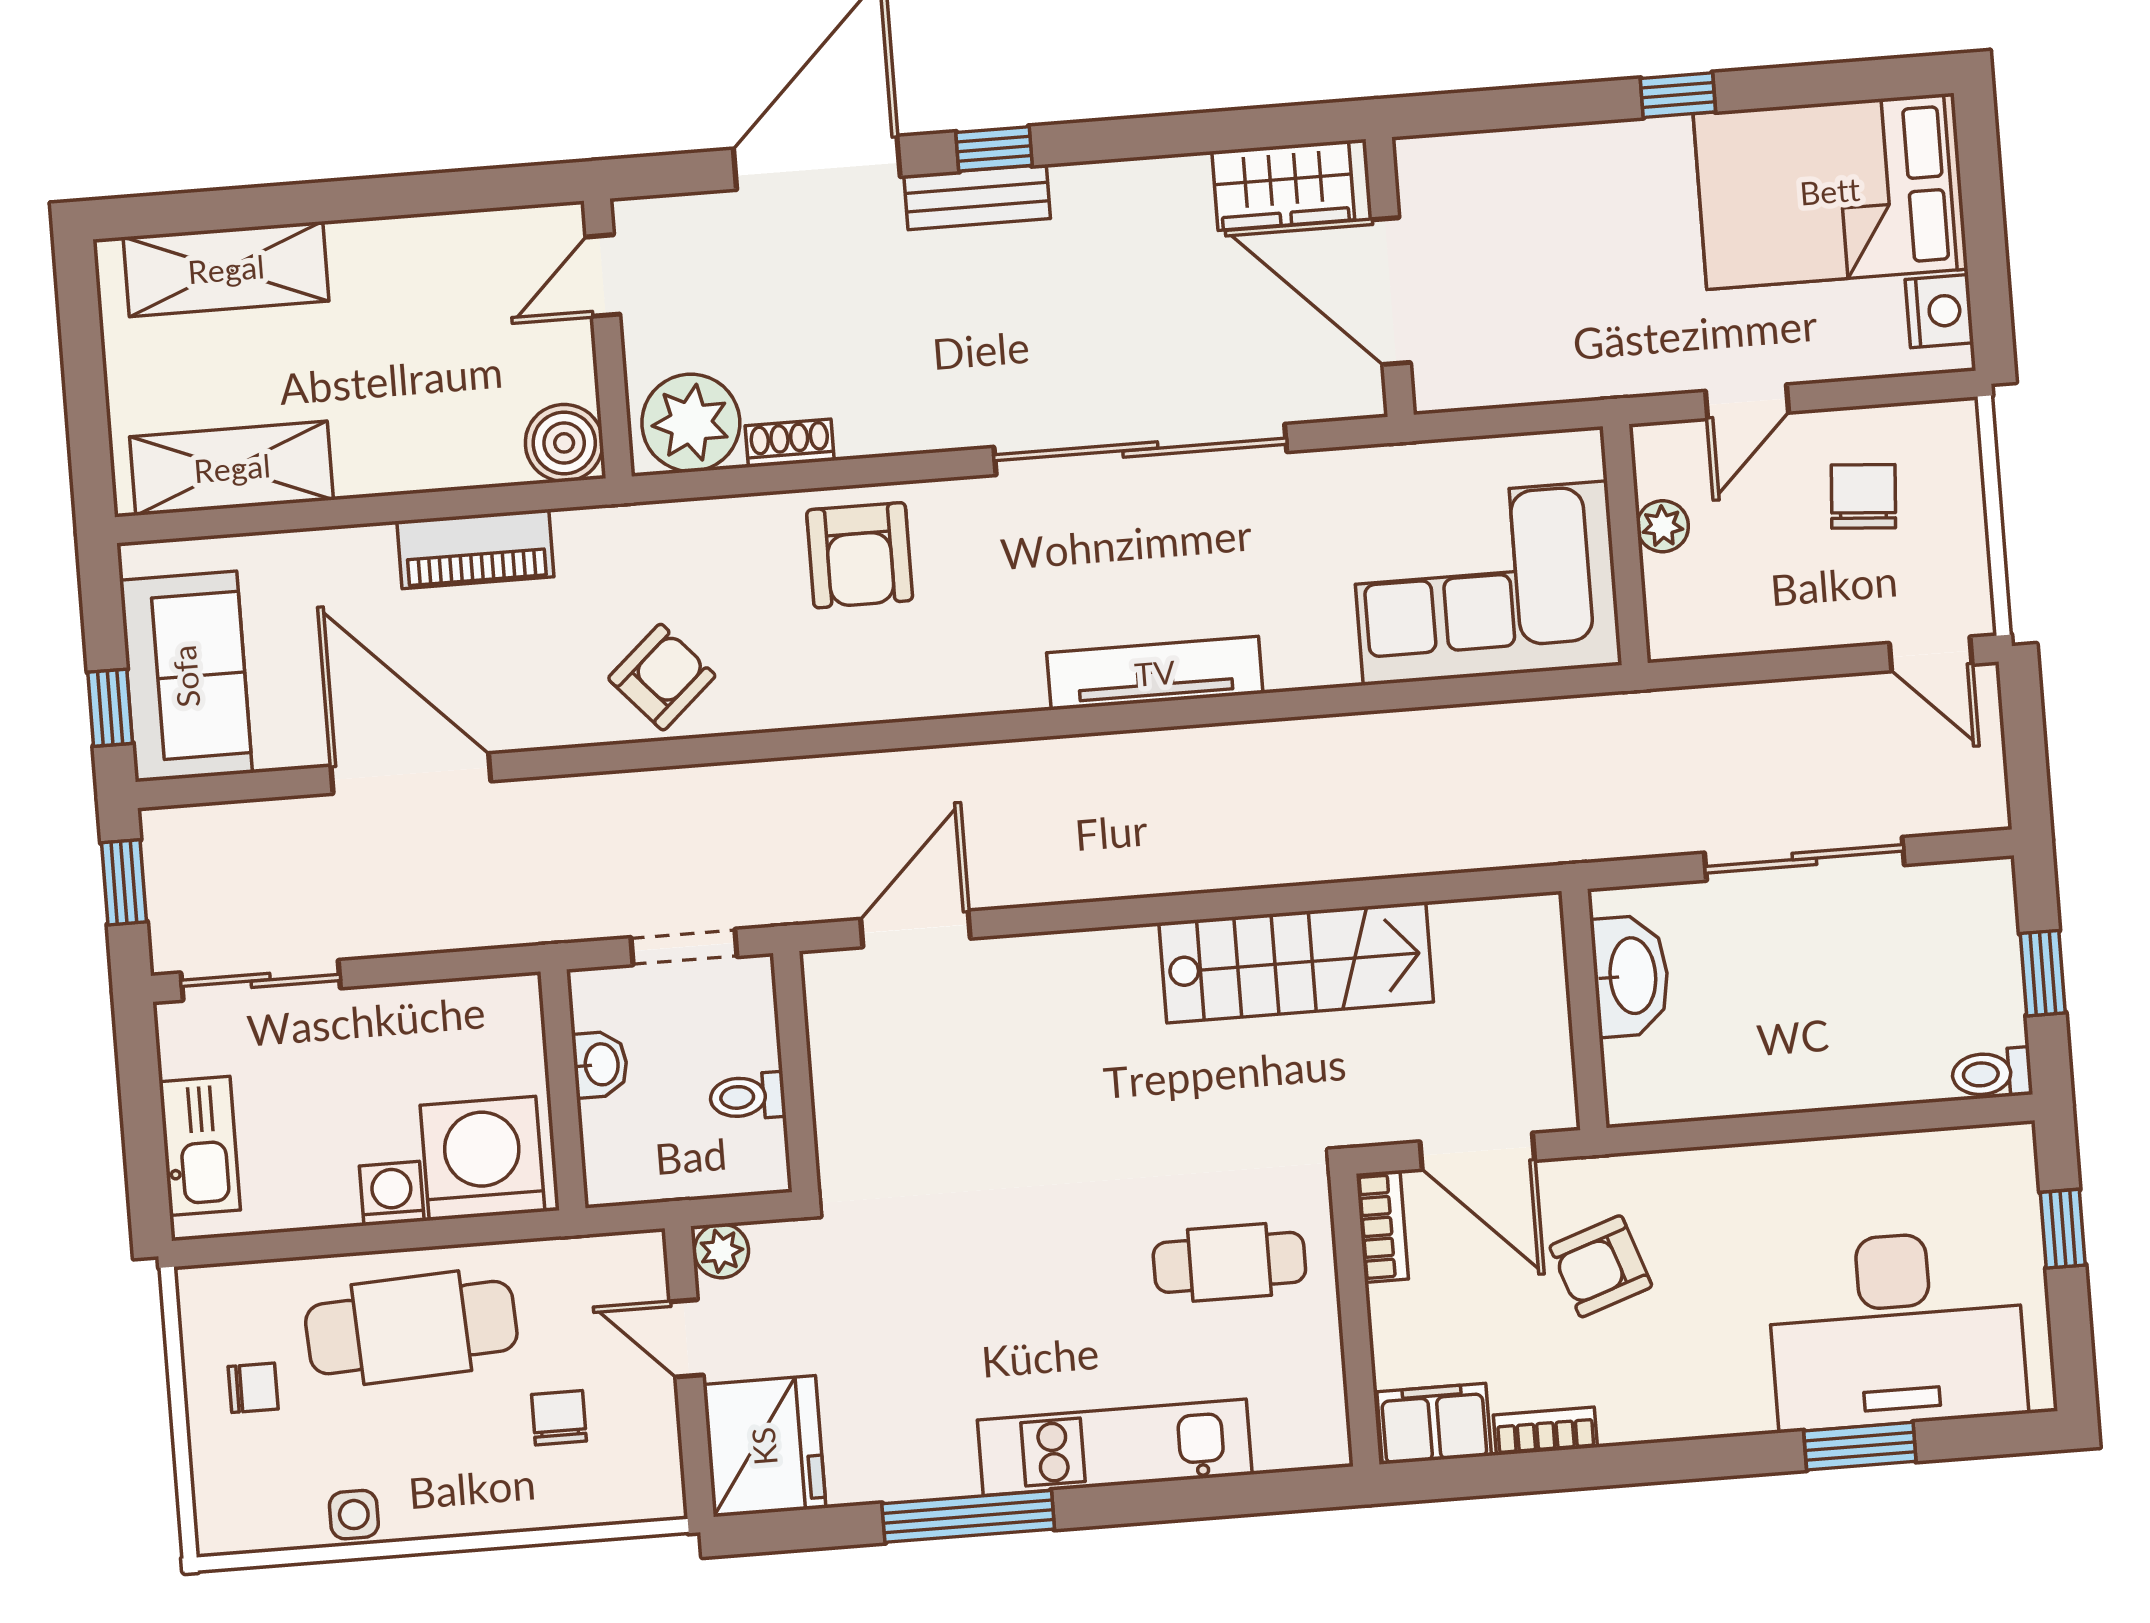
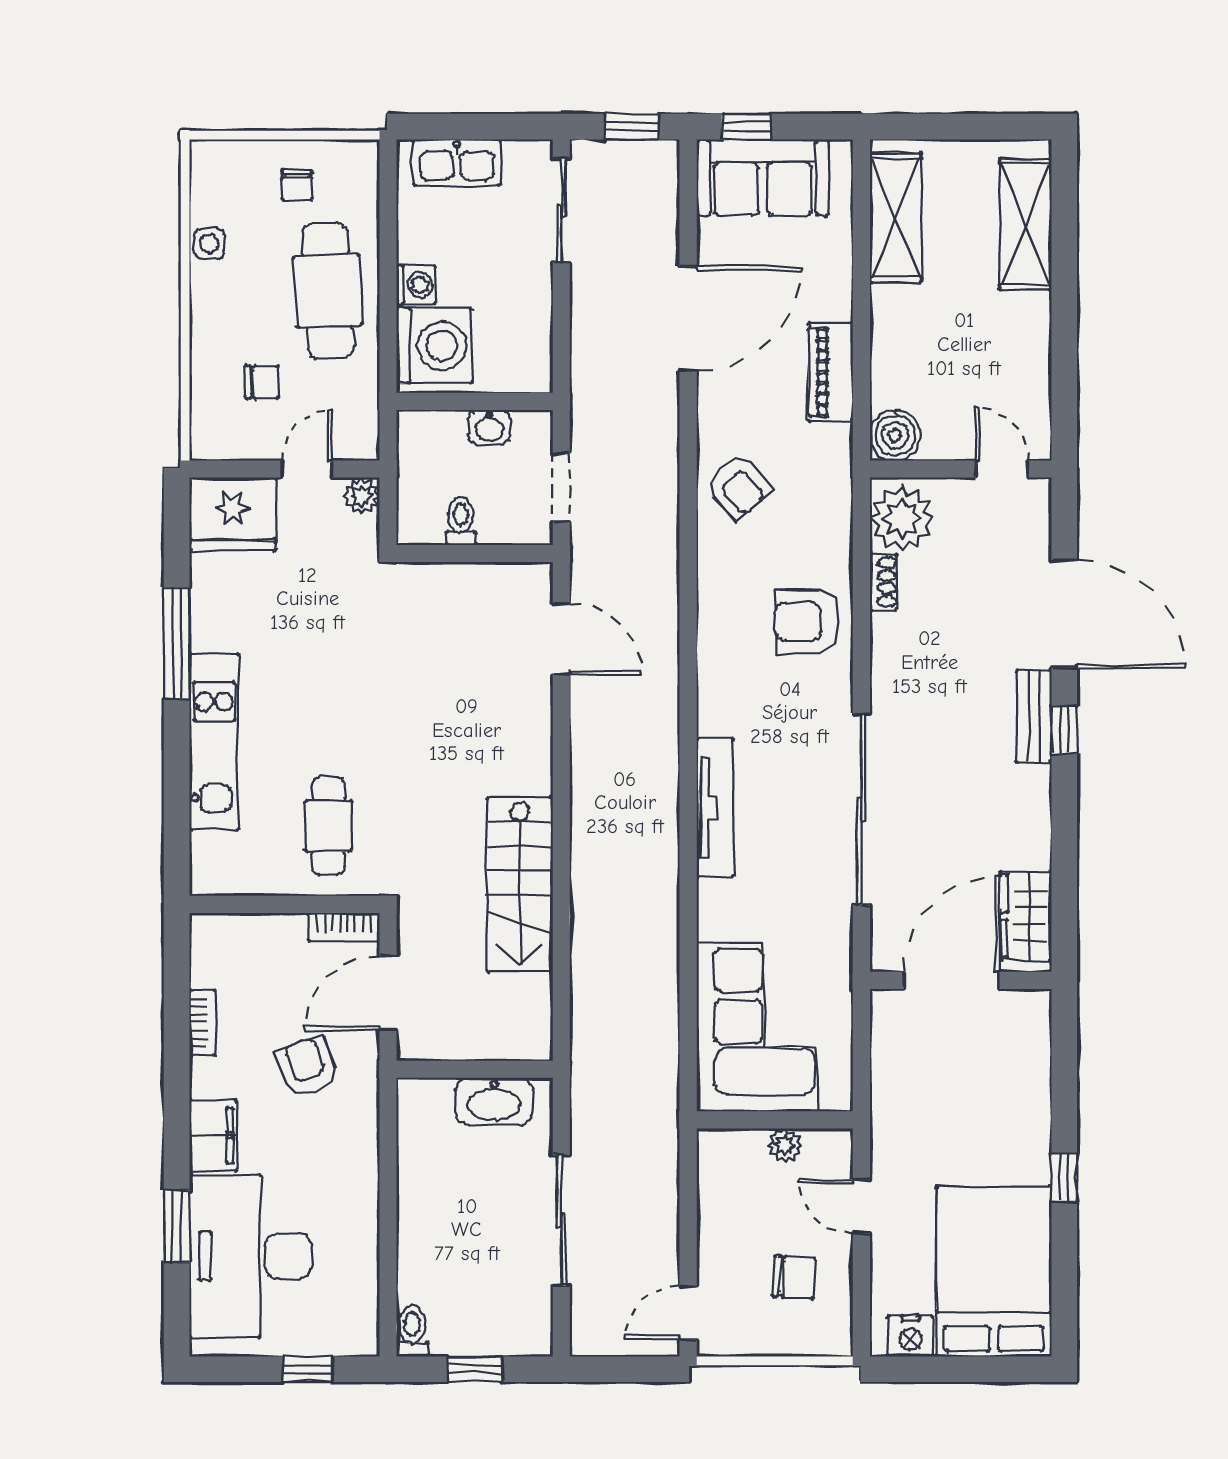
filing cabinet: (1434, 1424) -> (213, 1135), moved

